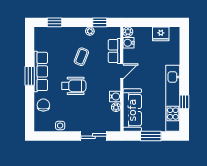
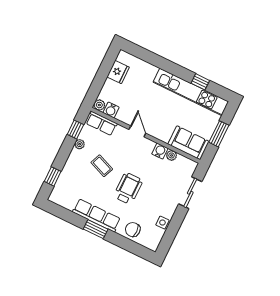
row of seats: (114, 51) -> (102, 123), moved
sofa: (132, 110) -> (189, 143), width x0.73

